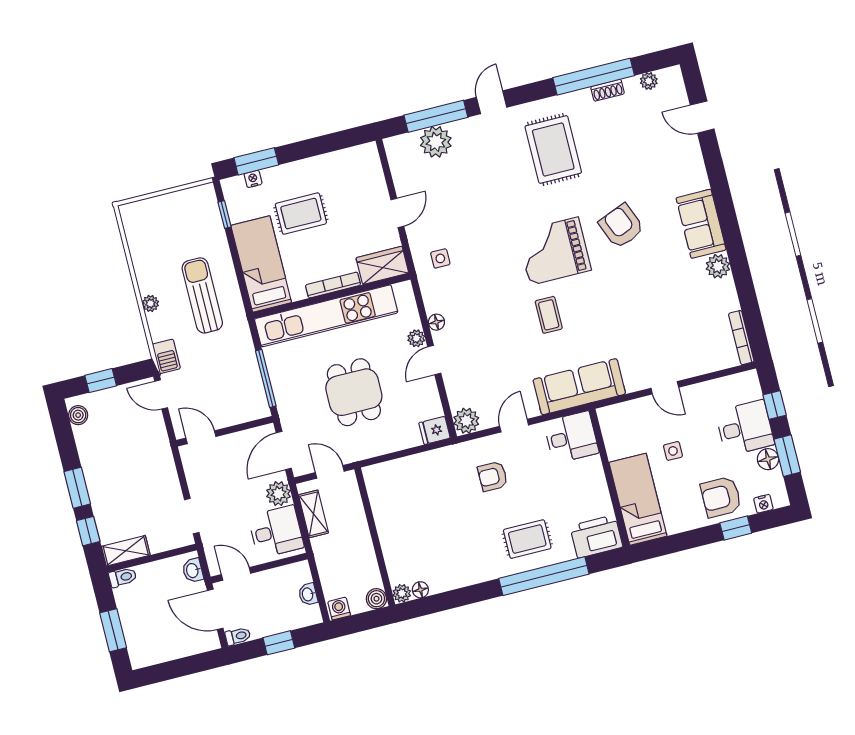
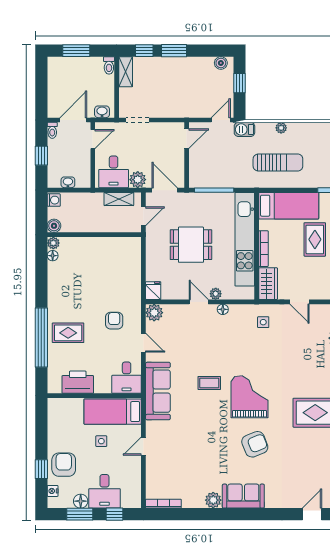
bed: (638, 499) -> (113, 412), moved, turned 180
printer: (596, 536) -> (78, 382), moved, turned -90
rug: (527, 539) -> (68, 333), turned 90

